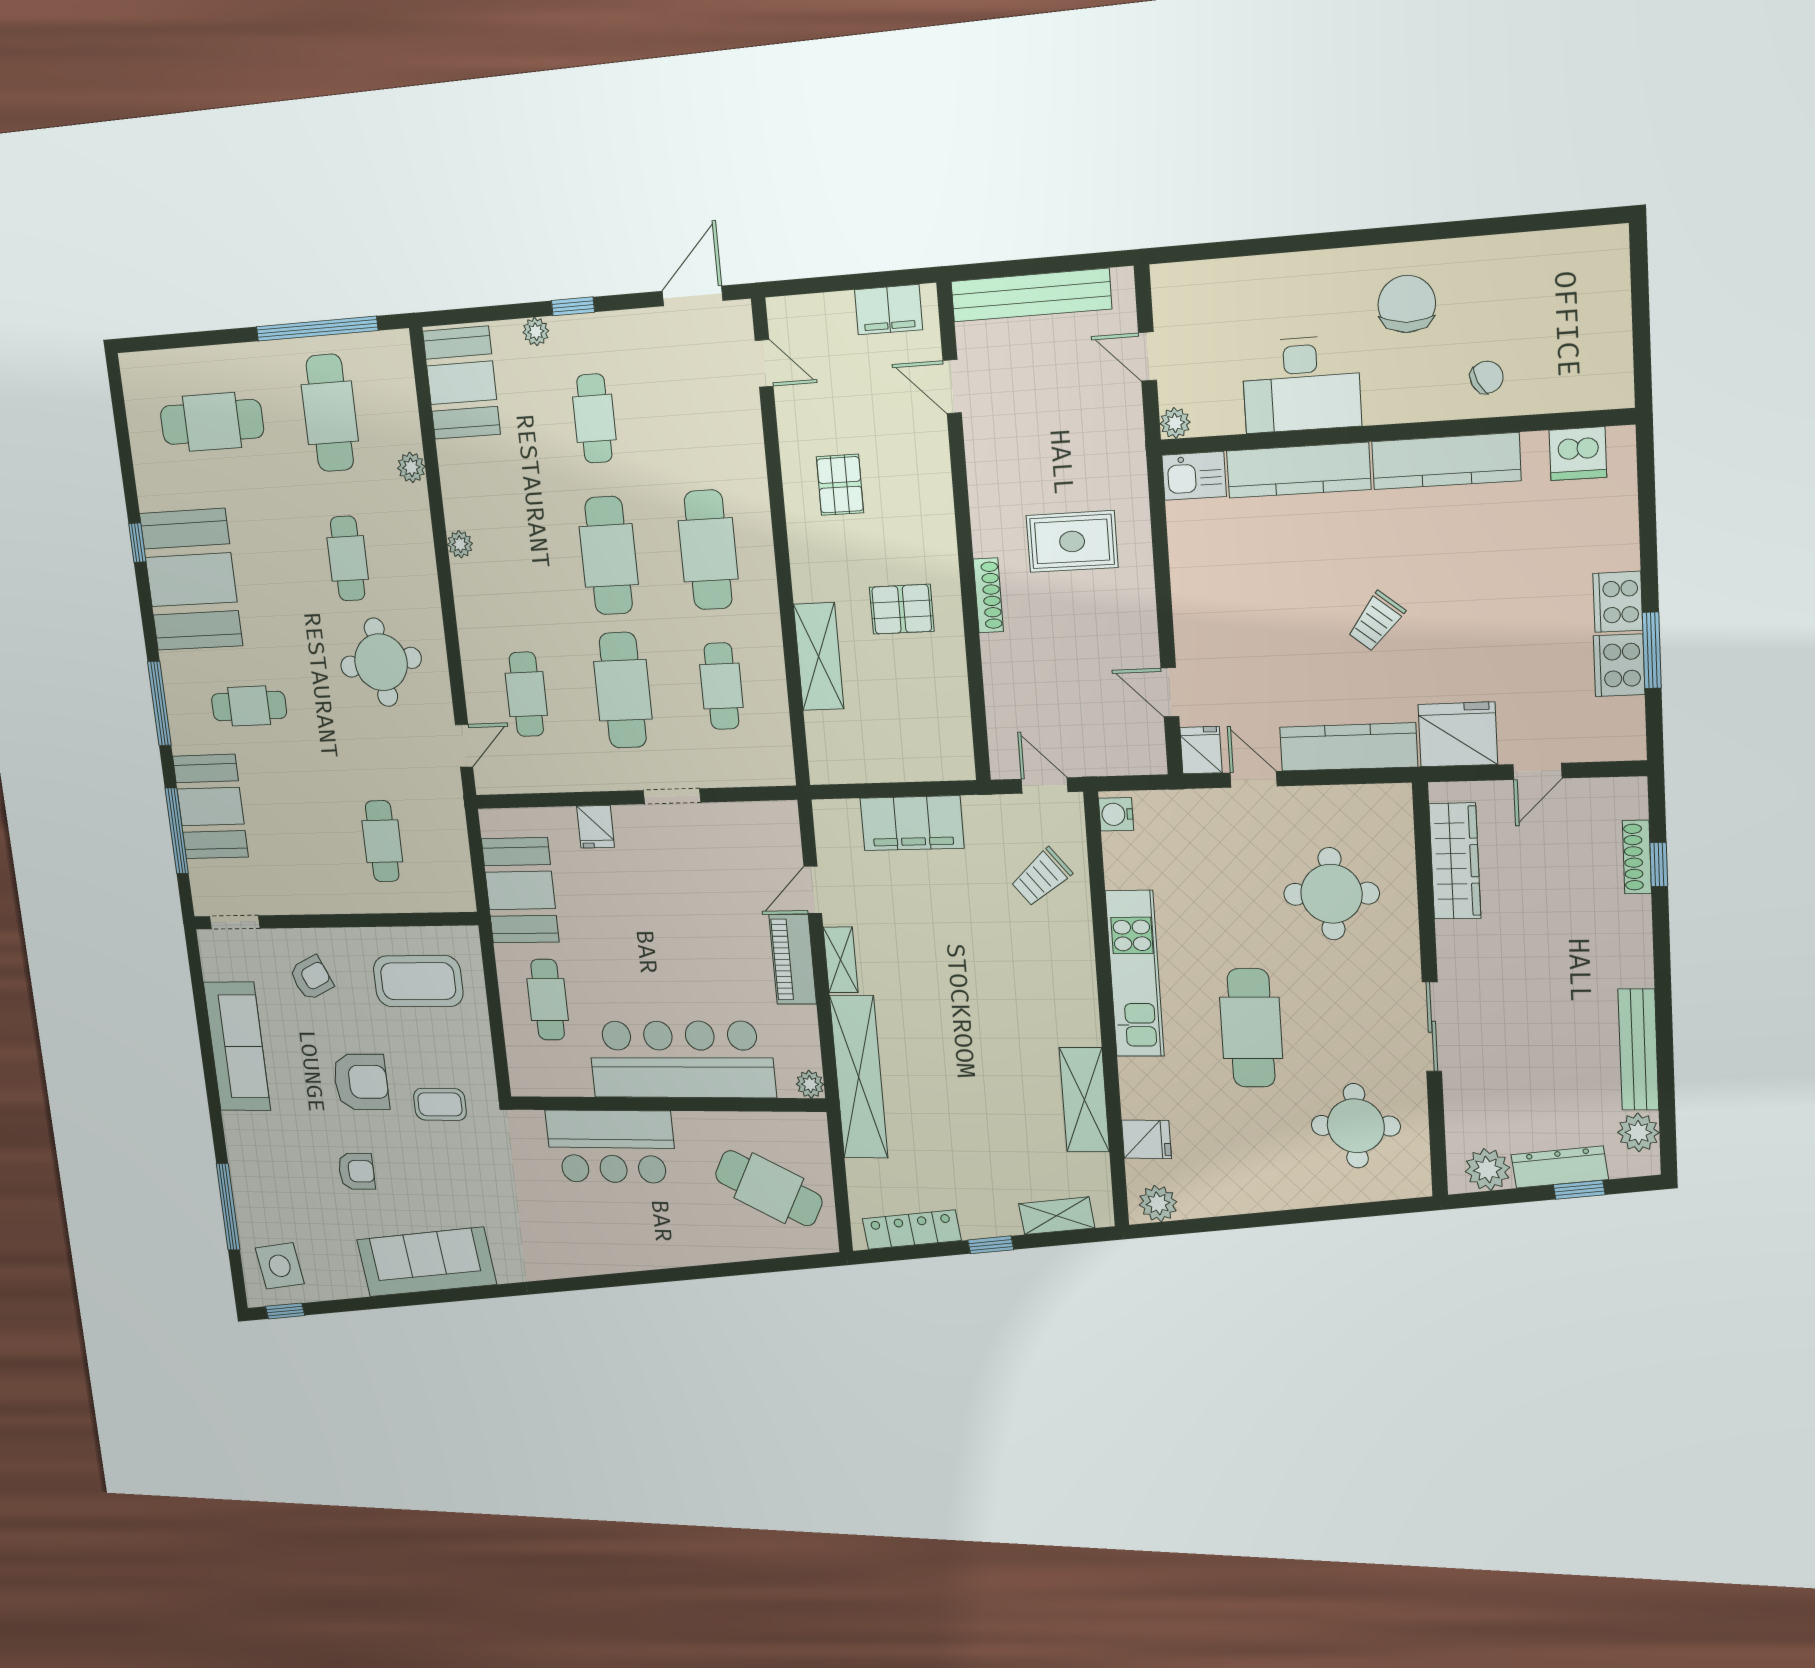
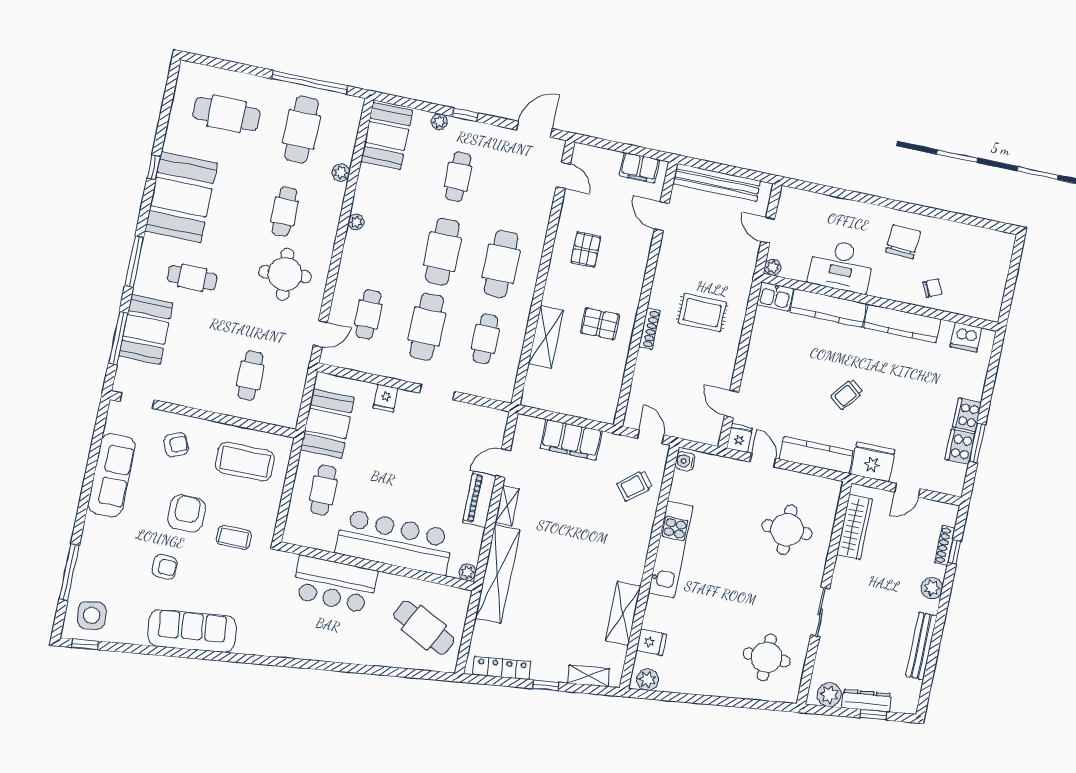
cafe table: (1251, 1028) -> (725, 592), removed
armchair: (361, 1082) -> (187, 513), turned -90
plant: (1638, 1132) -> (932, 588), moved

